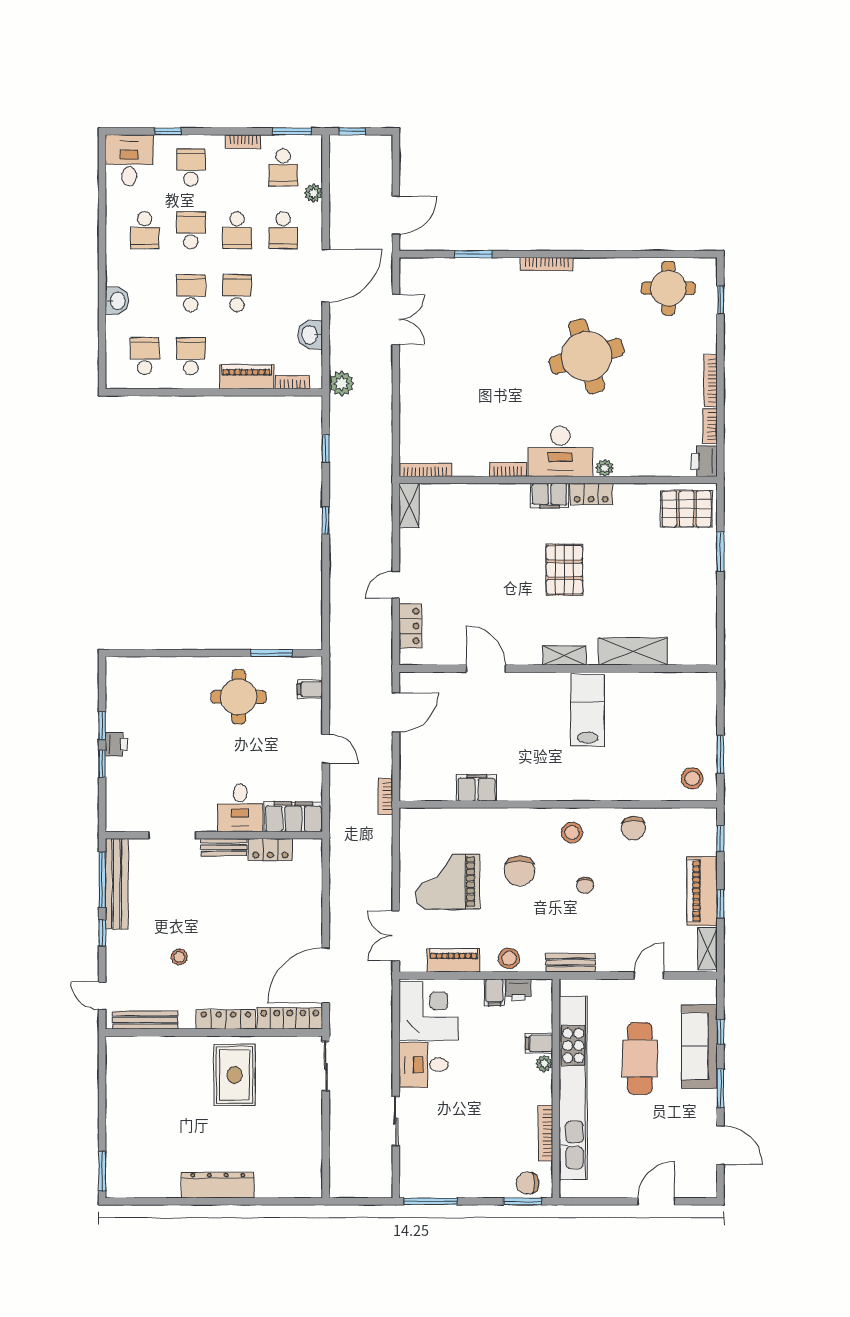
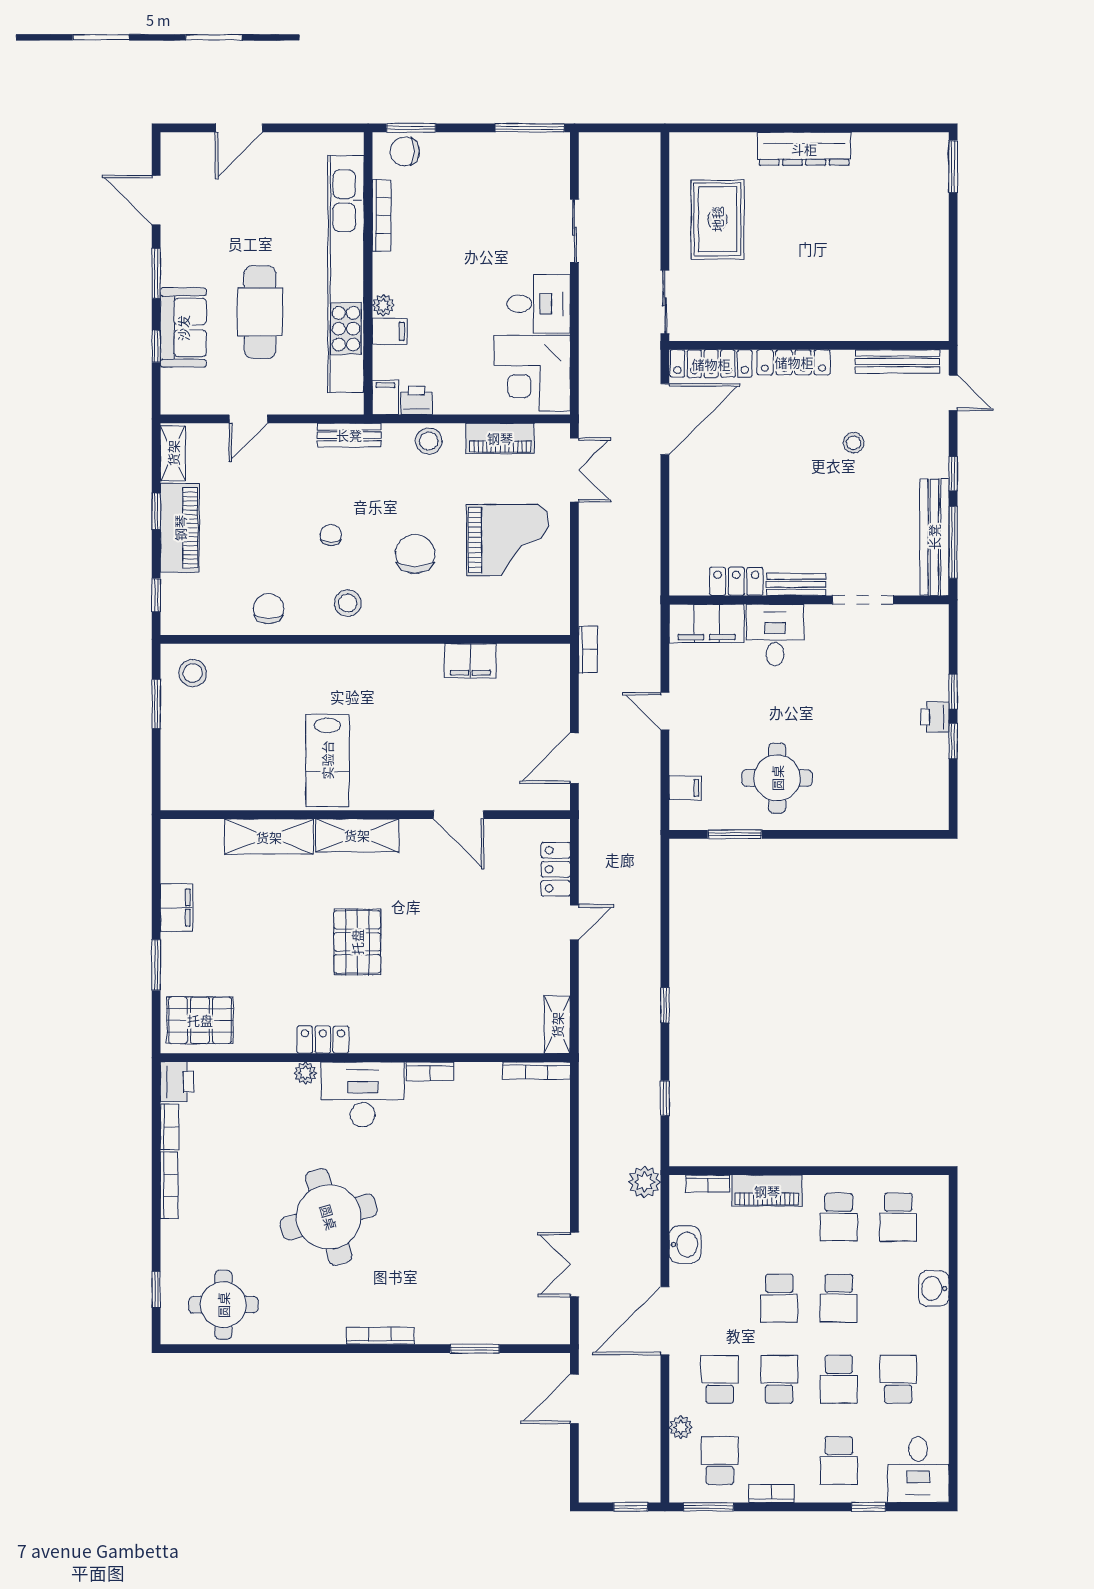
filing cabinet: (550, 496) -> (177, 908), moved, turned 90
shelving: (564, 656) -> (357, 835), width x1.50, depth x1.33
filing cabinet: (494, 992) -> (385, 397), moved
sofa: (699, 1046) -> (183, 328), width x0.73
rug: (235, 1075) -> (717, 219), moved
chair: (528, 1183) -> (405, 151), turned 180

